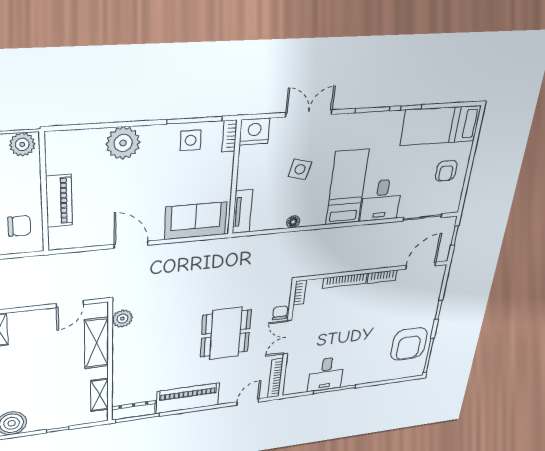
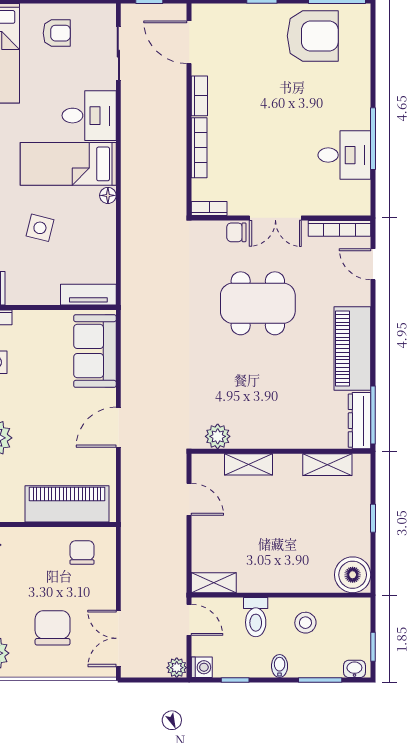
piano: (59, 201) -> (67, 504), width x1.37, depth x1.33
floor lamp: (293, 222) -> (108, 195), moved
shelving: (97, 343) -> (249, 464), width x0.67, depth x0.75

